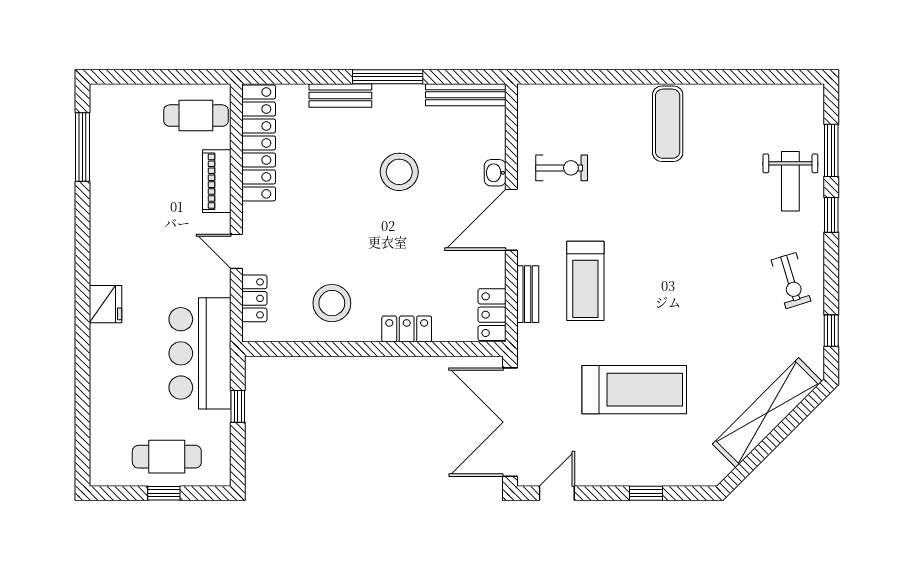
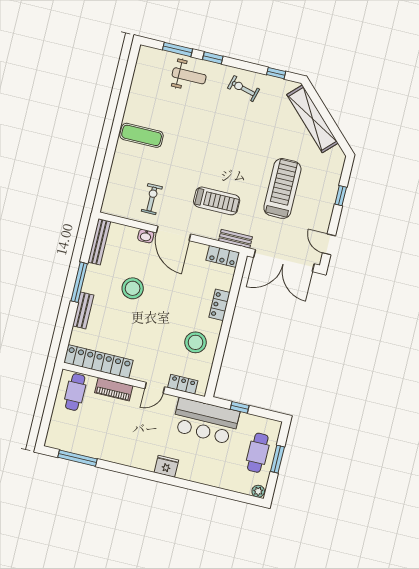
exercise bike: (791, 281) -> (243, 89), turned -148
bench: (528, 294) -> (235, 239), moved
plant: (100, 473) -> (258, 491), added
window: (164, 493) -> (277, 459), width x1.50

